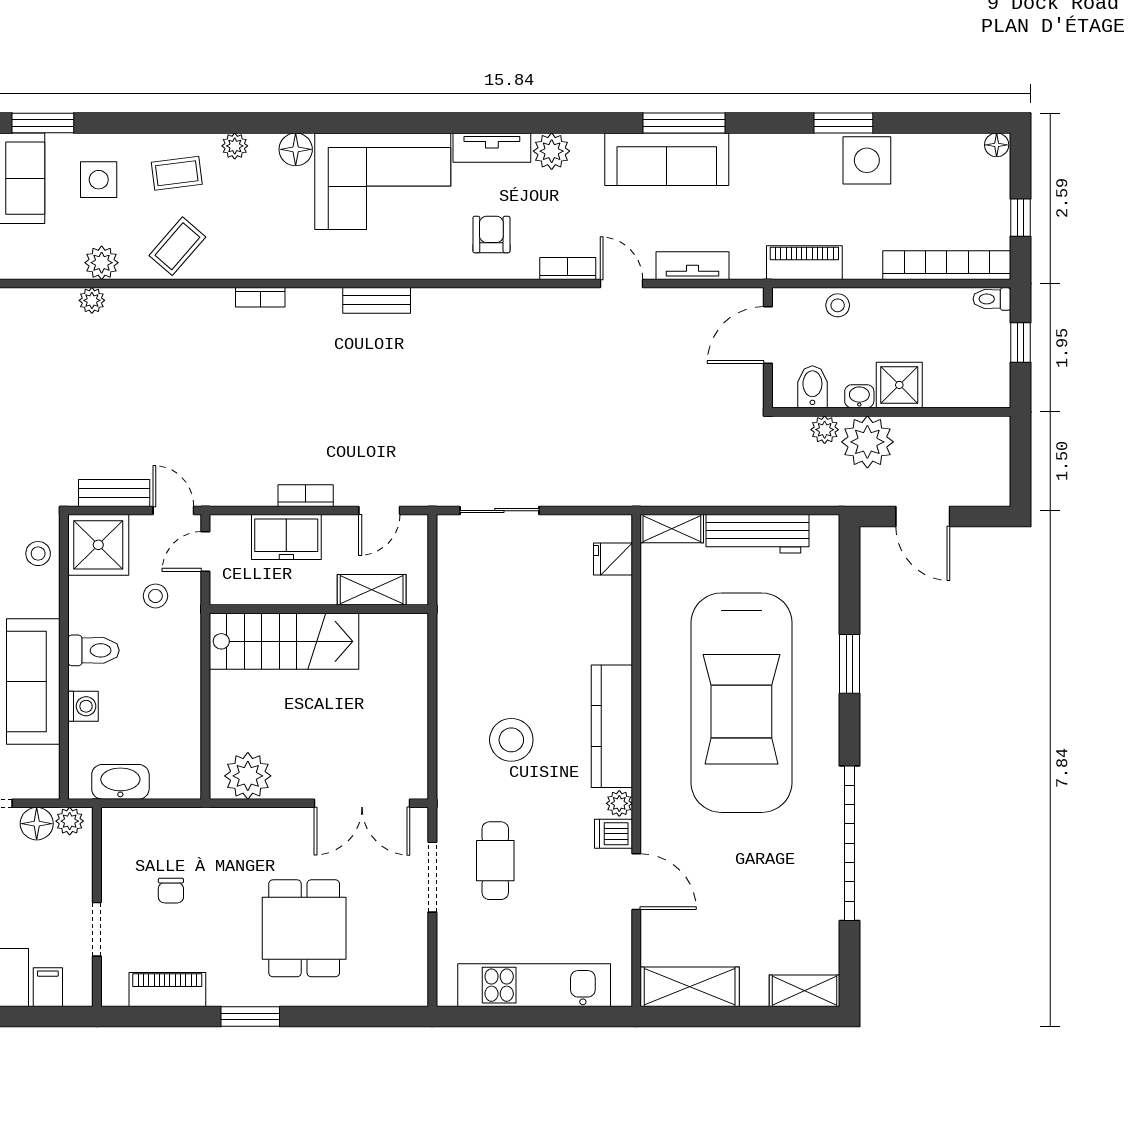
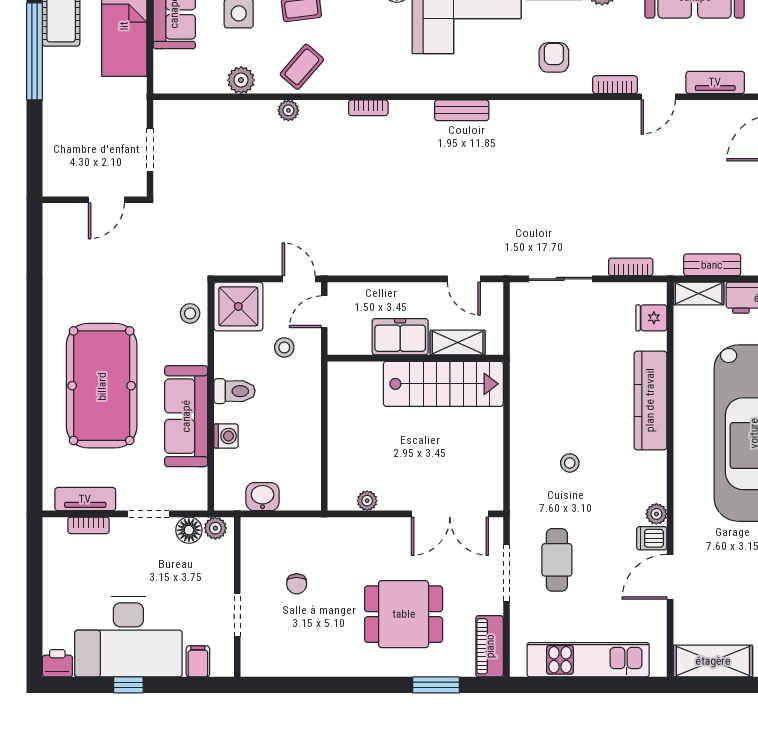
door: (621, 284) -> (658, 97), swing flipped
plant: (92, 300) -> (288, 110), moved
bench: (114, 493) -> (712, 265), moved
bookcase: (306, 496) -> (631, 267), moved
door: (379, 511) -> (464, 279), hinge flipped
freezer: (286, 537) -> (400, 337), moved, turned 180
stairs: (284, 641) -> (443, 384), moved
kitchen counter: (612, 726) -> (650, 400), moved
stool: (511, 740) -> (570, 463), width x0.53, depth x0.53
plant: (248, 776) -> (367, 501), width x0.53, depth x0.53
washbasin: (120, 782) -> (262, 497), width x0.72
door: (636, 882) -> (670, 577), swing flipped
dining table: (304, 928) -> (404, 614), turned 90
piano: (167, 989) -> (490, 646), moved, turned -90
window: (250, 1016) -> (436, 685), moved

